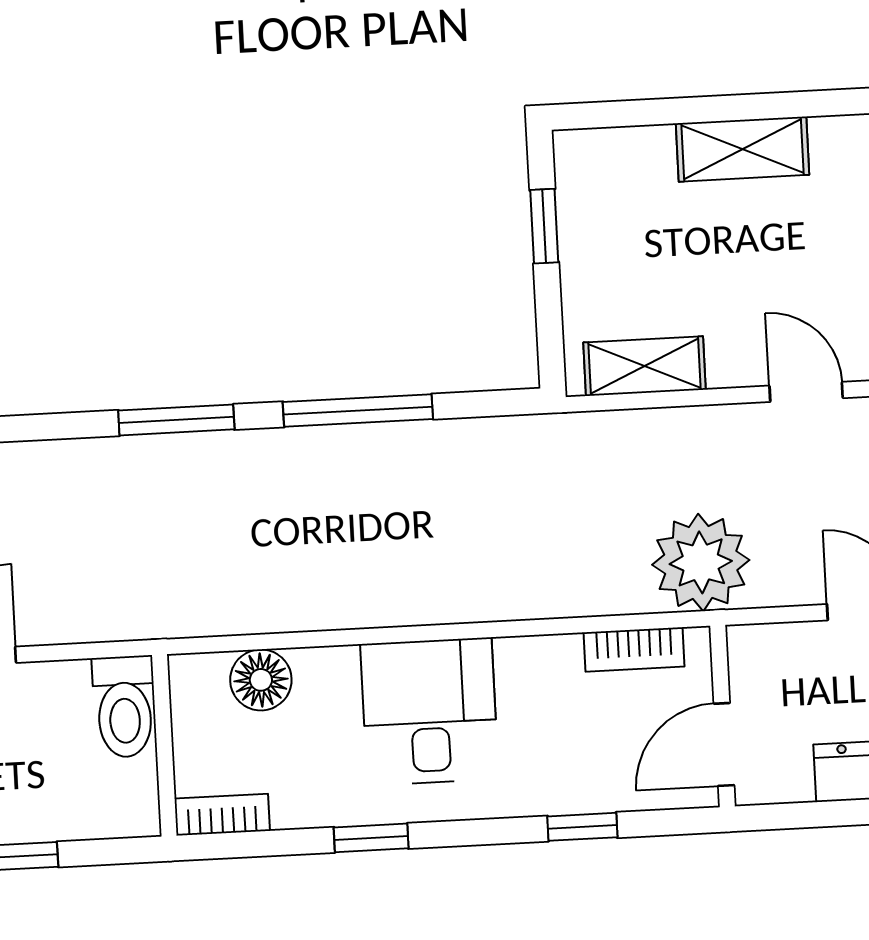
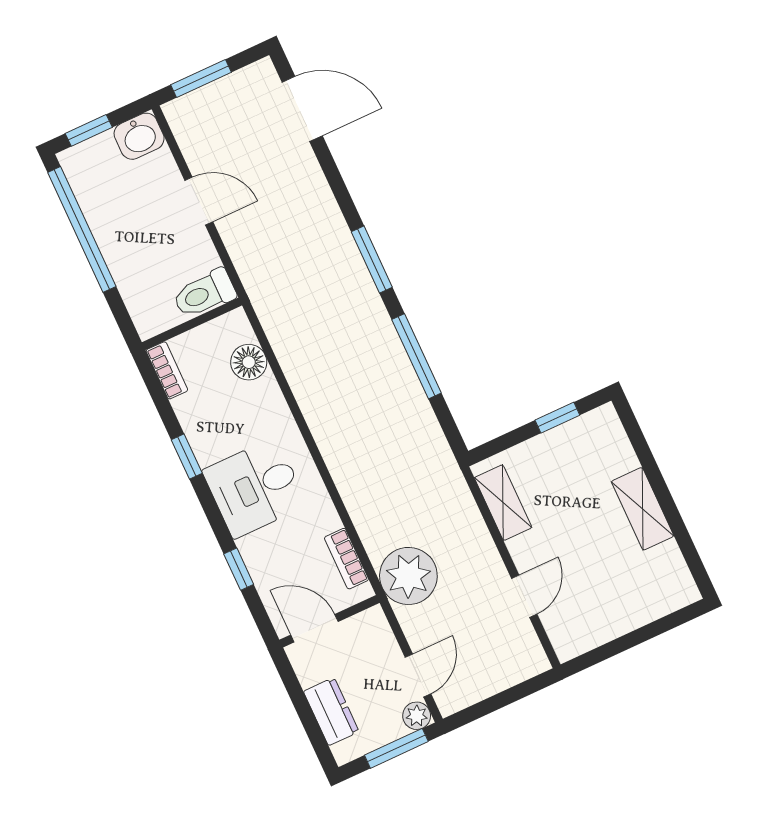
desk: (429, 711) -> (255, 488), moved, turned 180

